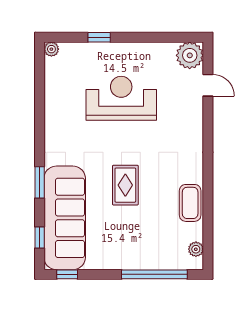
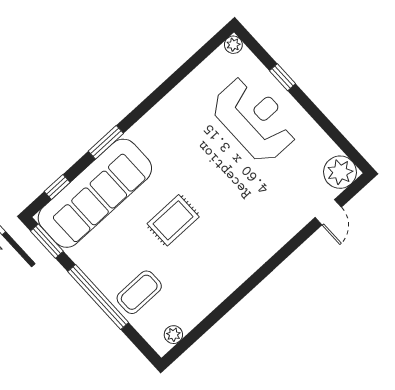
reception desk: (121, 98) -> (255, 119), moved
coffee table: (190, 203) -> (139, 292), moved
window: (67, 274) -> (47, 241), width x1.50
window: (154, 274) -> (98, 297), moved

